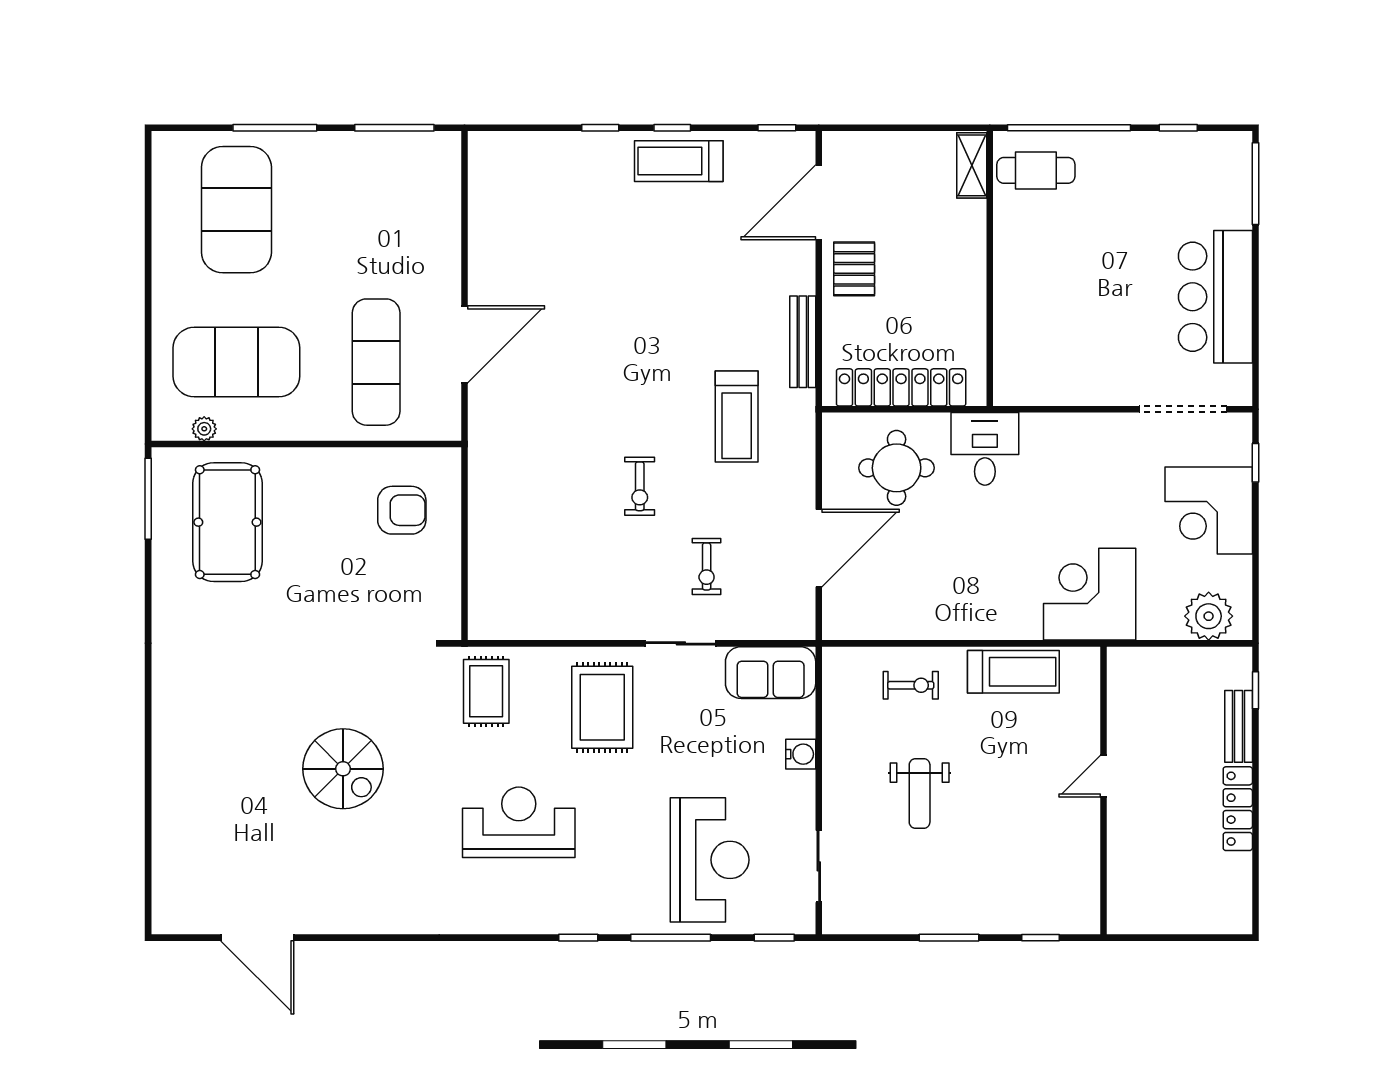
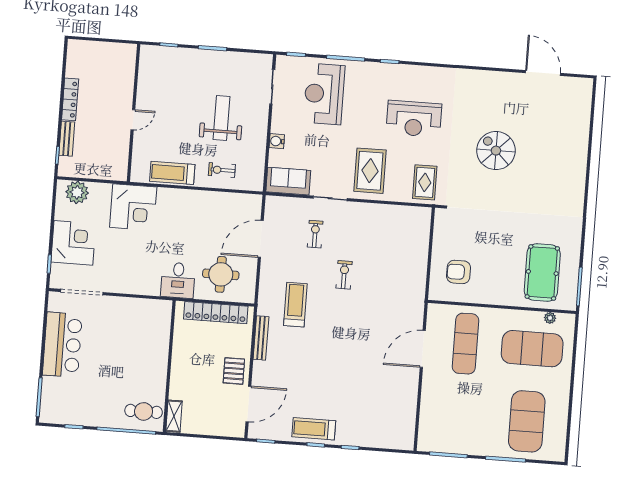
treadmill: (679, 161) -> (314, 429), turned 180
weight bench: (920, 793) -> (221, 118), width x1.36, depth x1.33

